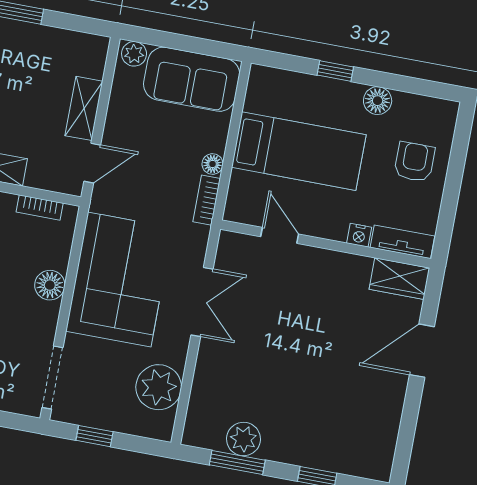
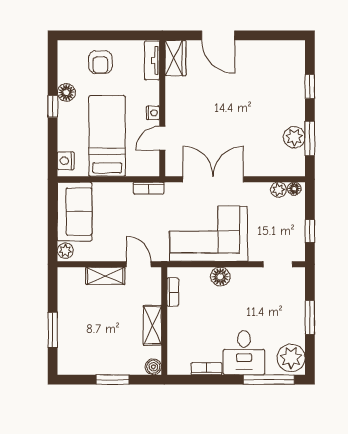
window: (335, 71) -> (53, 107), moved
nightstand: (272, 80) -> (66, 161), added
armchair: (414, 162) -> (100, 62), turned -90
floor lamp: (213, 164) -> (294, 189), moved
nightstand: (359, 235) -> (153, 113), moved
double door: (202, 302) -> (213, 179), width x1.37
doorway: (52, 377) -> (278, 264), width x0.73
plant: (159, 387) -> (278, 190), width x0.53, depth x0.53

